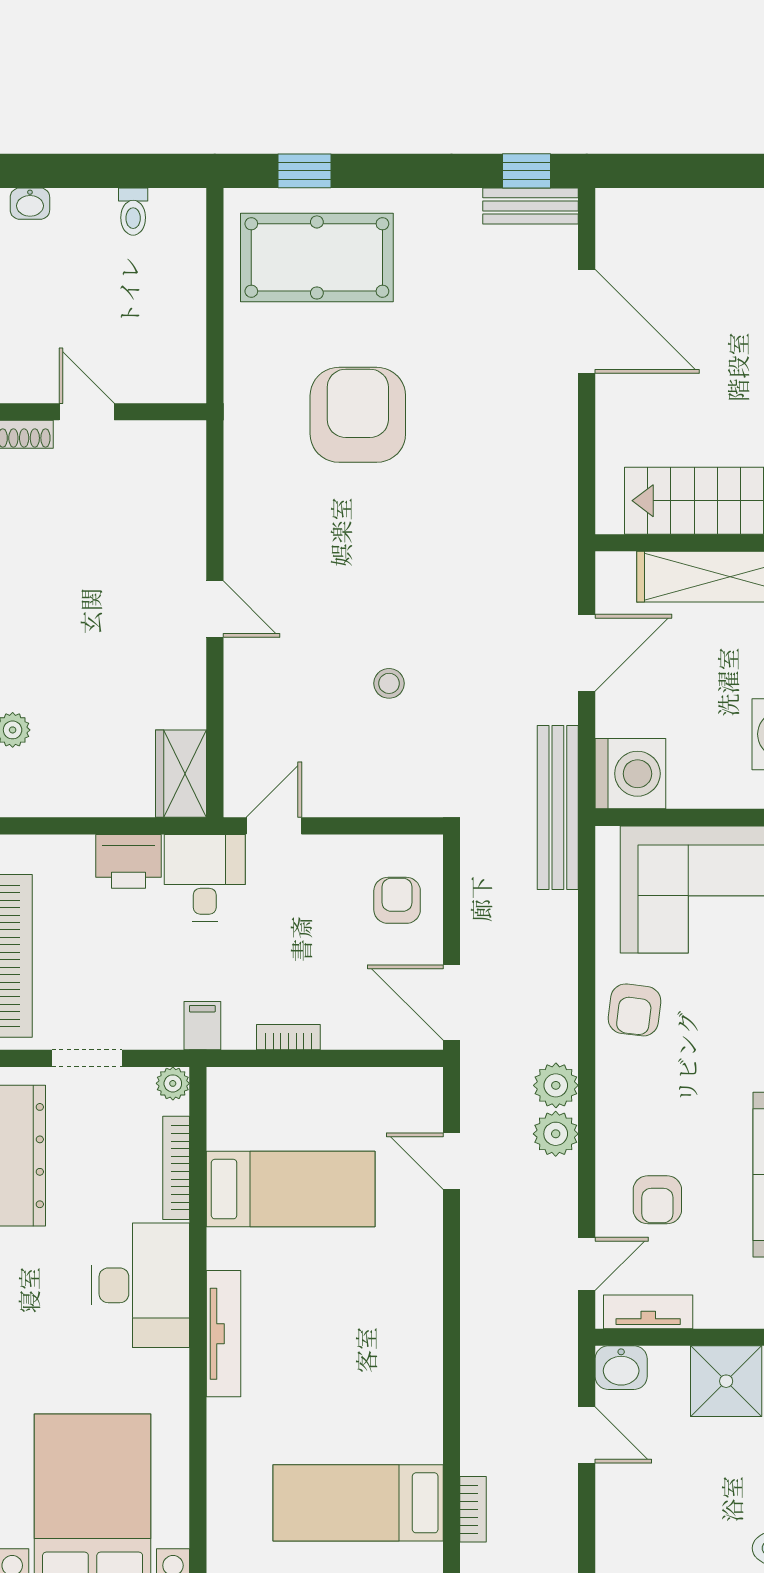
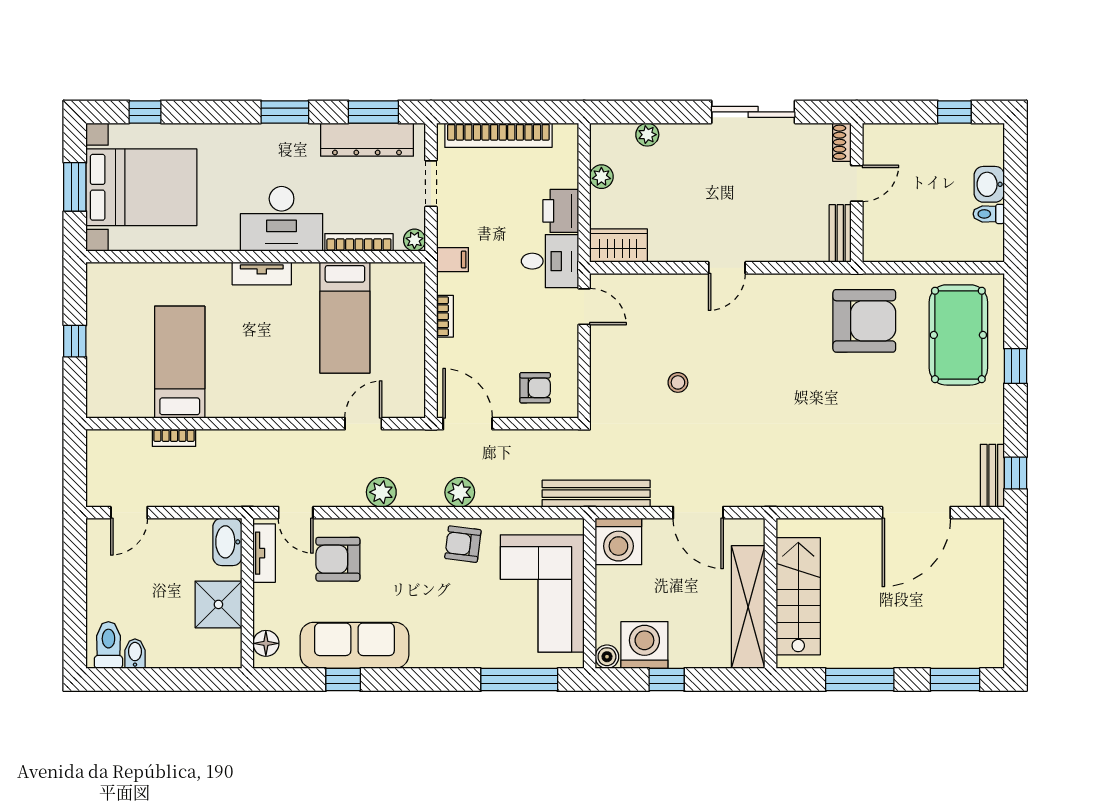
window: (305, 171) -> (1015, 366), moved
washbasin: (30, 204) -> (989, 184), moved, width x1.38, depth x1.45
armchair: (358, 415) -> (864, 321), moved
bench: (163, 437) -> (840, 233), added
plant: (76, 800) -> (601, 177), added
door: (451, 1003) -> (468, 424), hinge flipped
plant: (556, 1085) -> (460, 492), moved
armchair: (657, 1200) -> (338, 559), width x1.38, depth x1.38
tv unit: (223, 1334) -> (262, 273), width x0.71
washbasin: (621, 1368) -> (227, 542), width x1.38
door: (587, 1435) -> (129, 513), moved
bed: (358, 1503) -> (180, 362), moved
bookcase: (473, 1509) -> (174, 438), moved

